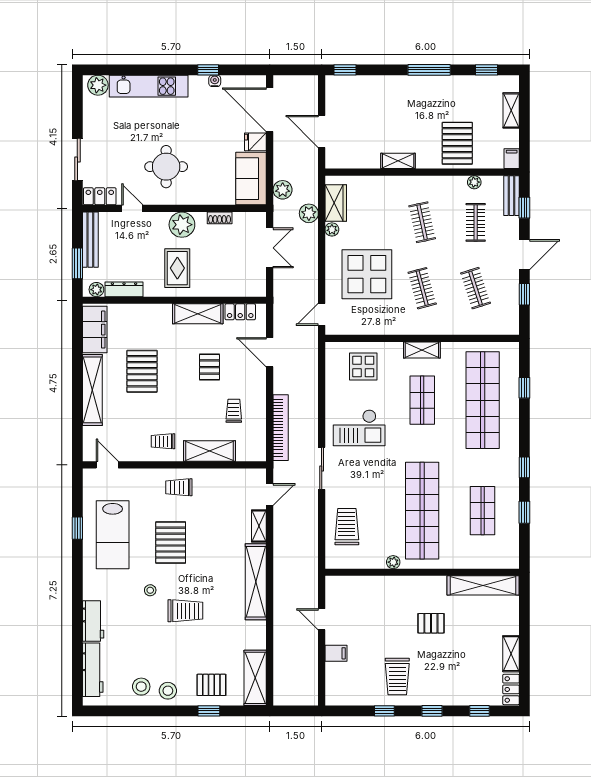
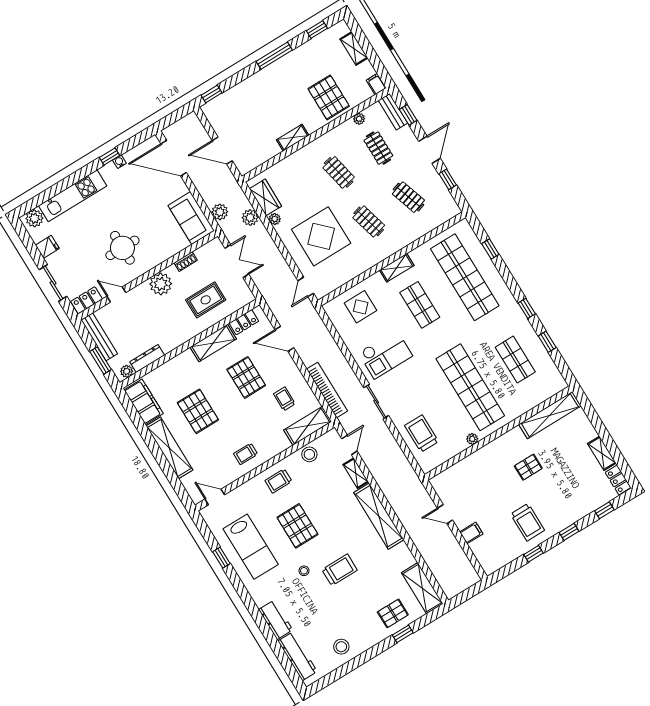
fridge: (255, 142) -> (47, 247), moved, turned 180
rug: (177, 268) -> (206, 300), moved, turned 90
pallet: (209, 367) -> (246, 377), width x1.50, depth x1.42
shelving: (209, 451) -> (308, 426), moved
stool: (168, 691) -> (309, 454), moved

